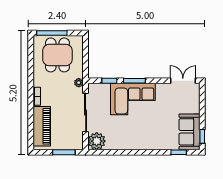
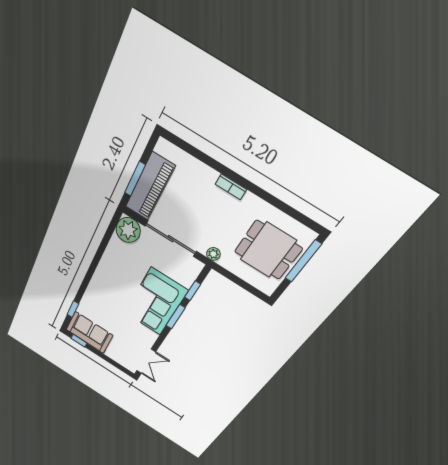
piano: (42, 126) -> (150, 187), moved, turned -90

